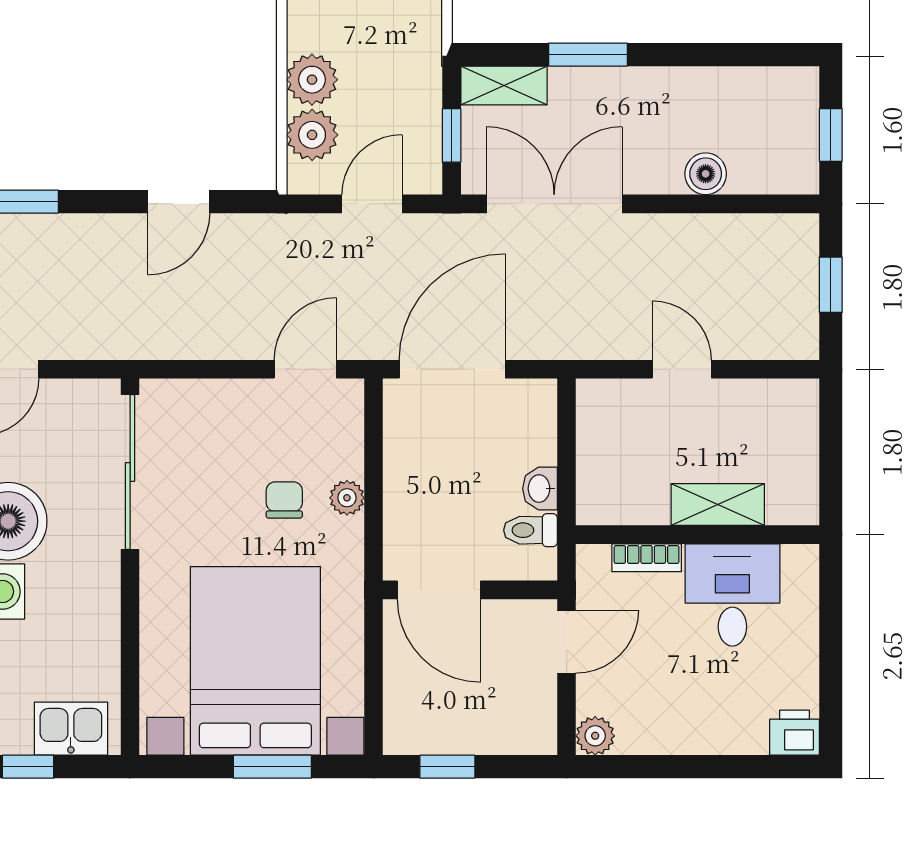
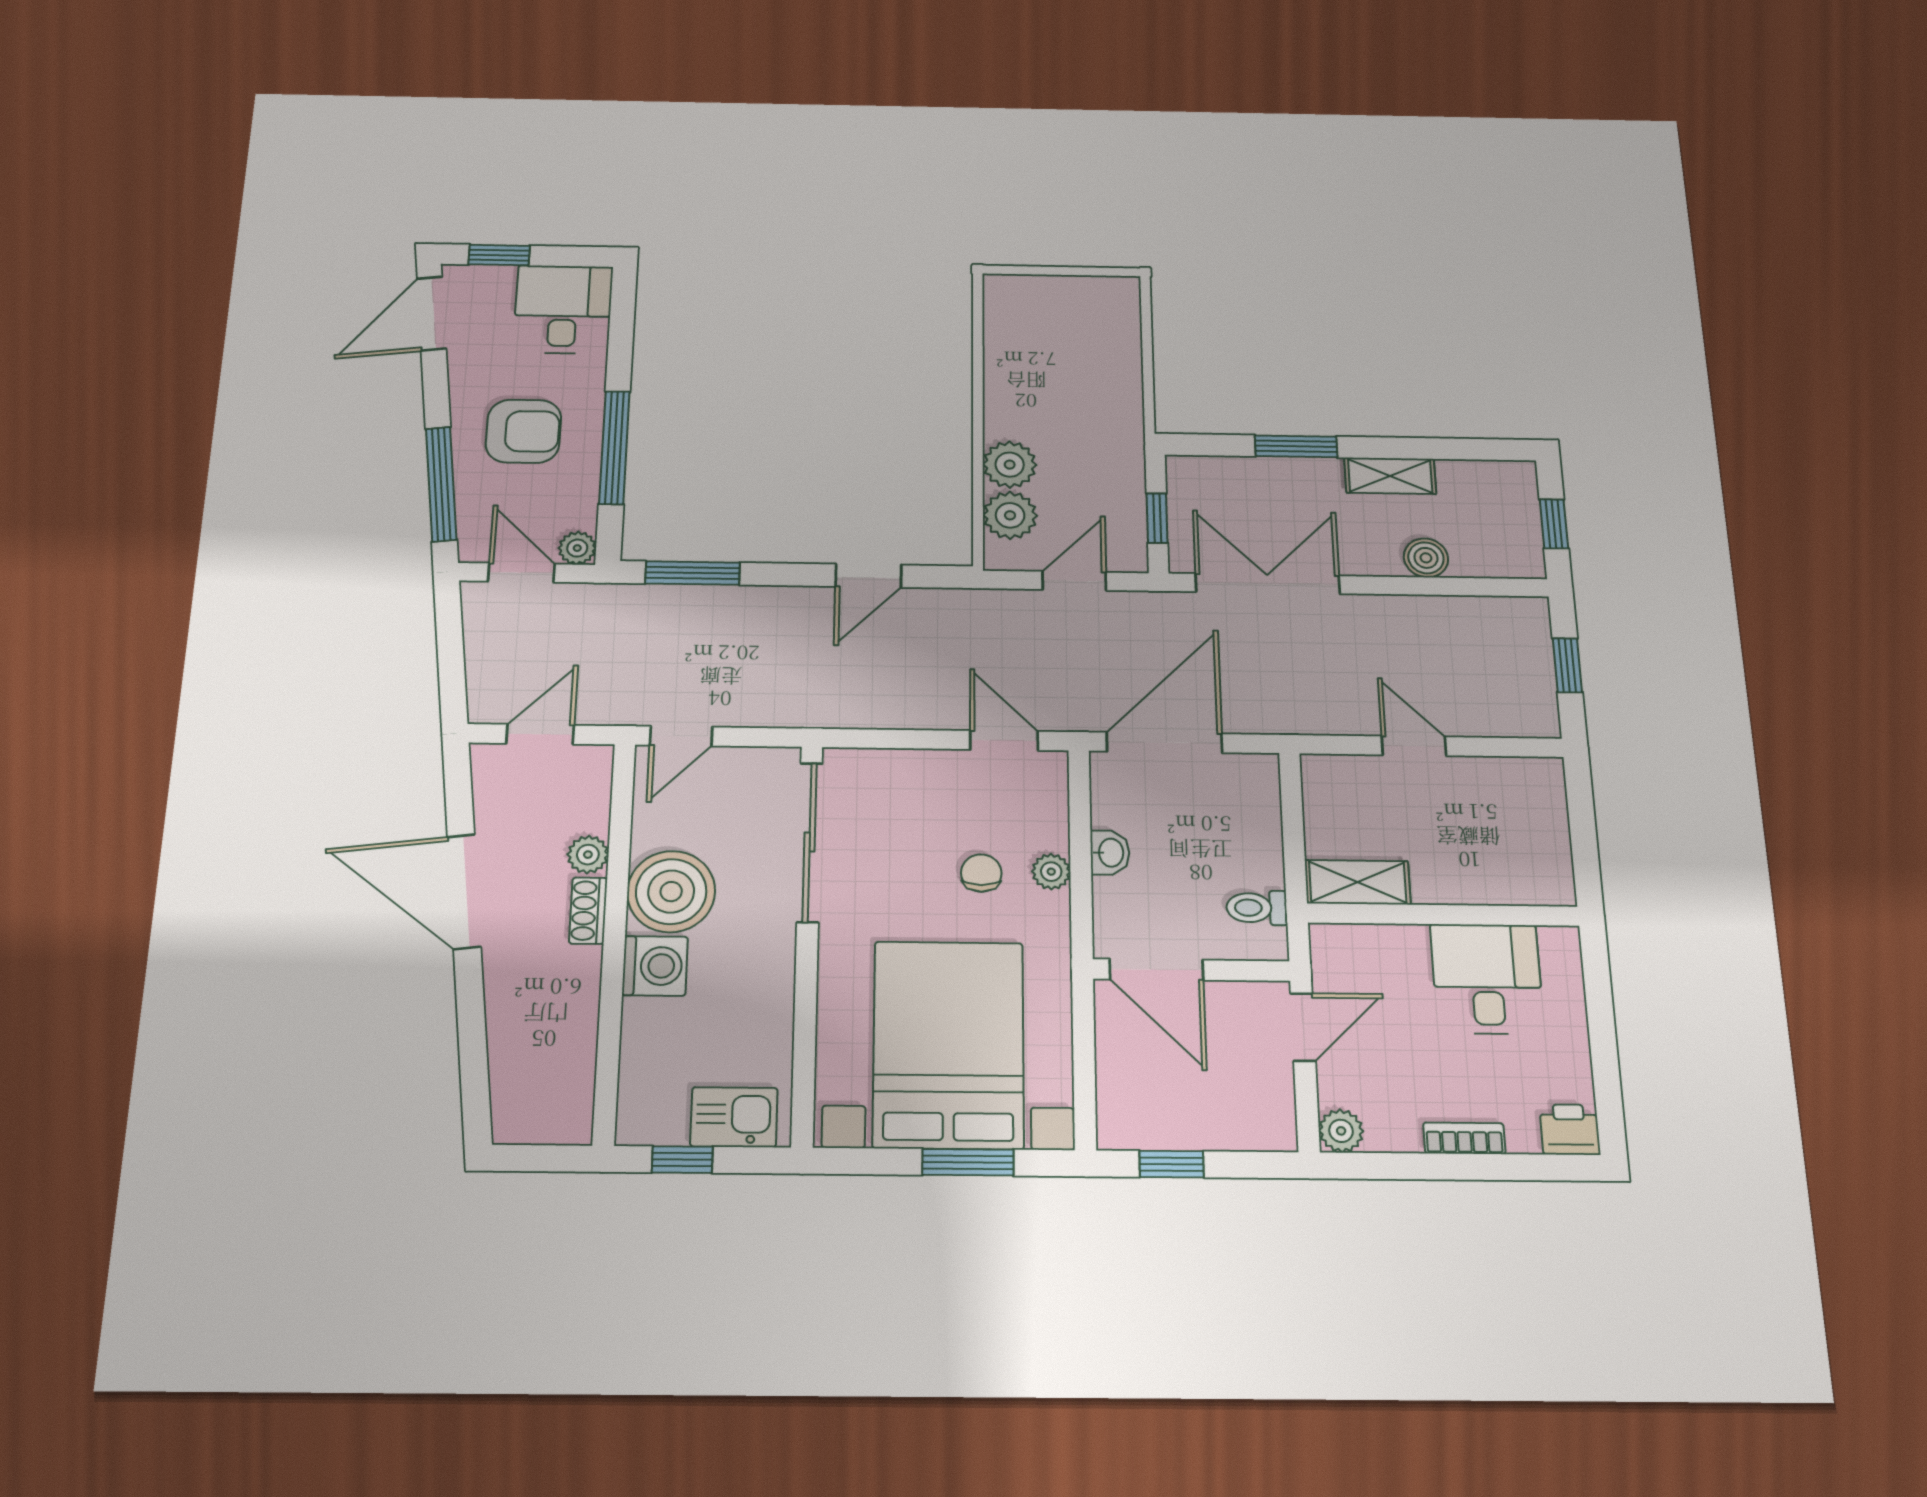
shelving: (504, 85) -> (1390, 476), moved
door: (305, 369) -> (1004, 740), hinge flipped
washbasin: (540, 489) -> (1110, 853), moved, turned 180
shelving: (718, 505) -> (1358, 882), moved
bookcase: (647, 558) -> (1464, 1138), moved, turned 180

